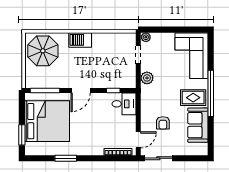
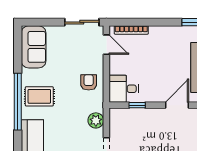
armchair: (163, 123) -> (89, 82), moved
sofa: (198, 125) -> (34, 47), moved
door: (138, 140) -> (106, 45), swing flipped

